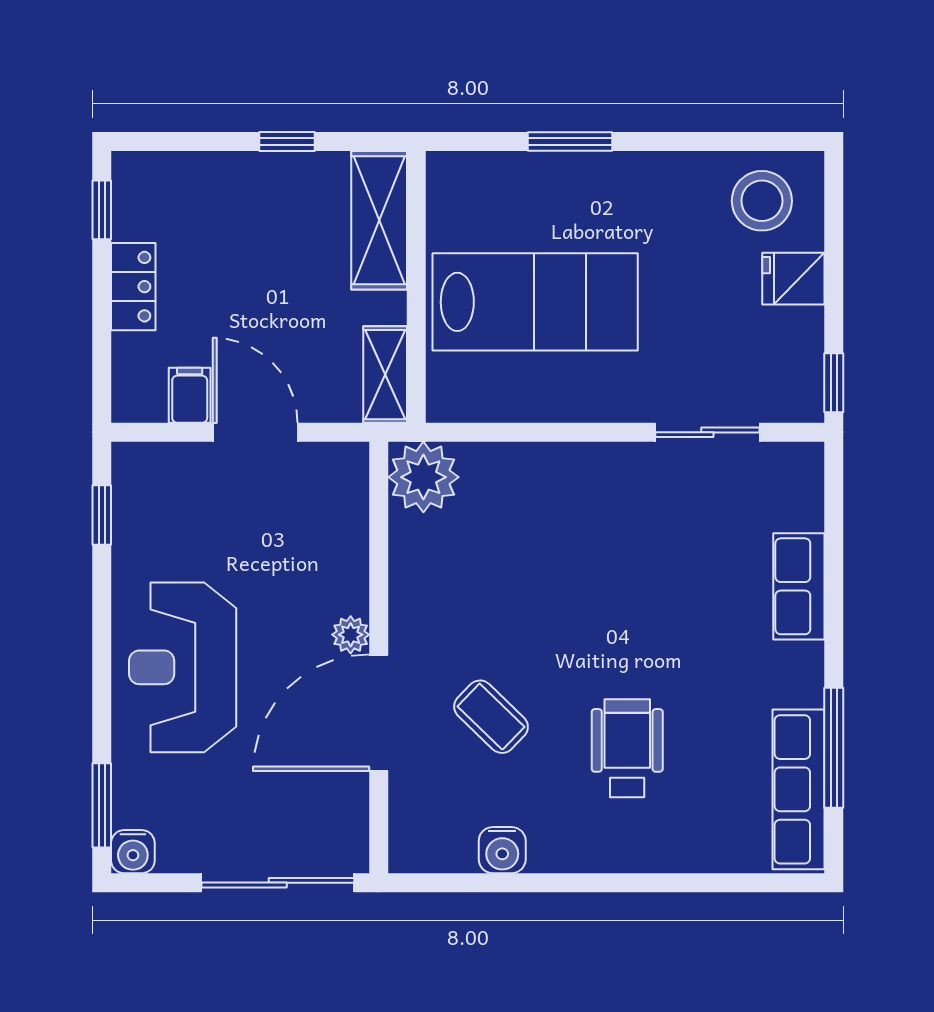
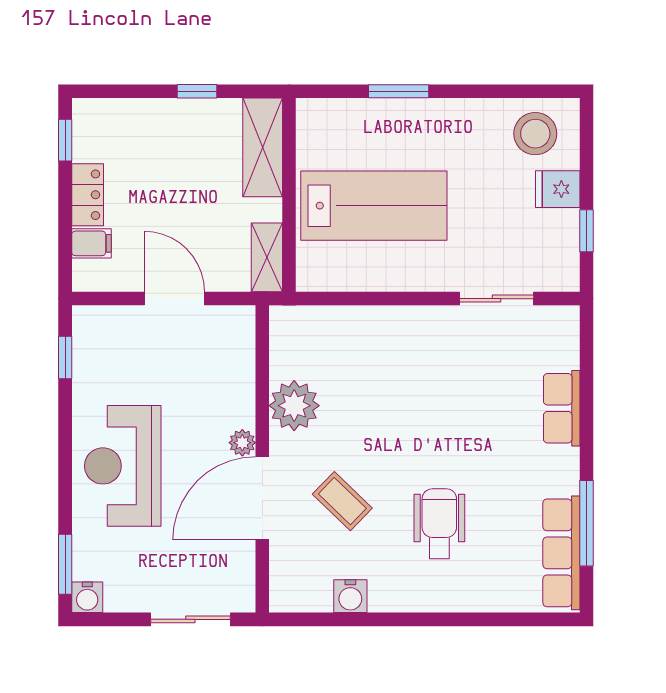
window: (834, 383) -> (587, 231), moved
filing cabinet: (190, 395) -> (91, 243), moved, turned 90
plant: (423, 477) -> (294, 406), moved
sliding door: (278, 883) -> (190, 619), width x0.73

